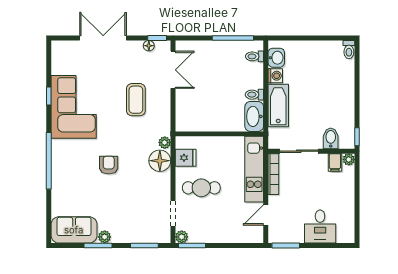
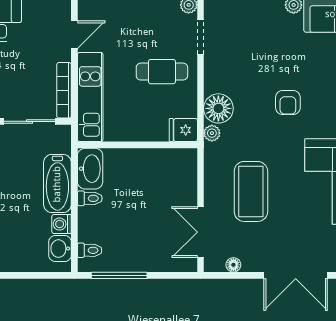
window: (157, 38) -> (222, 275), removed
coffee table: (136, 100) -> (251, 191), width x1.36, depth x1.32
fridge: (186, 158) -> (183, 130), moved

